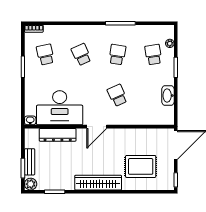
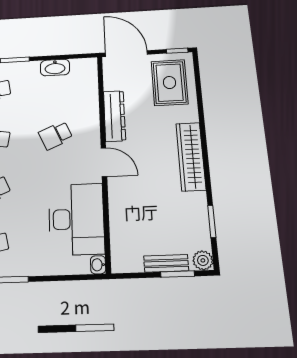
dresser: (58, 135) -> (114, 116), moved
rug: (141, 166) -> (169, 83), moved

